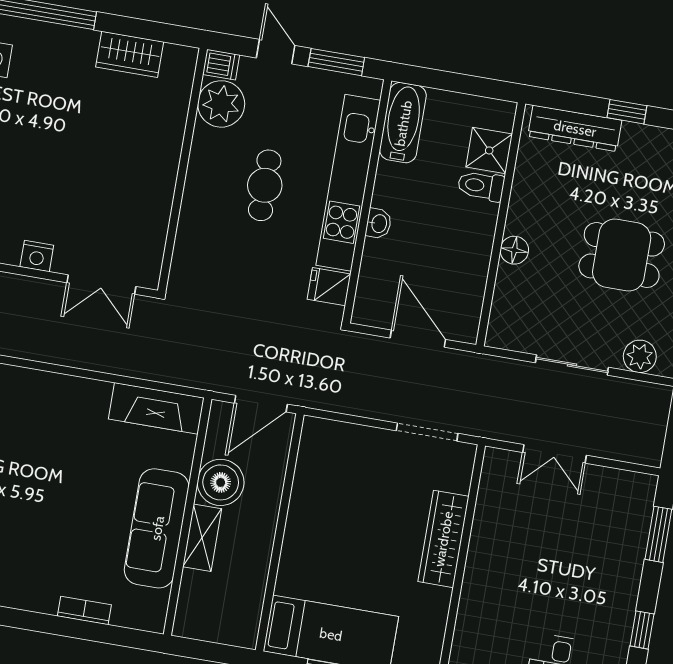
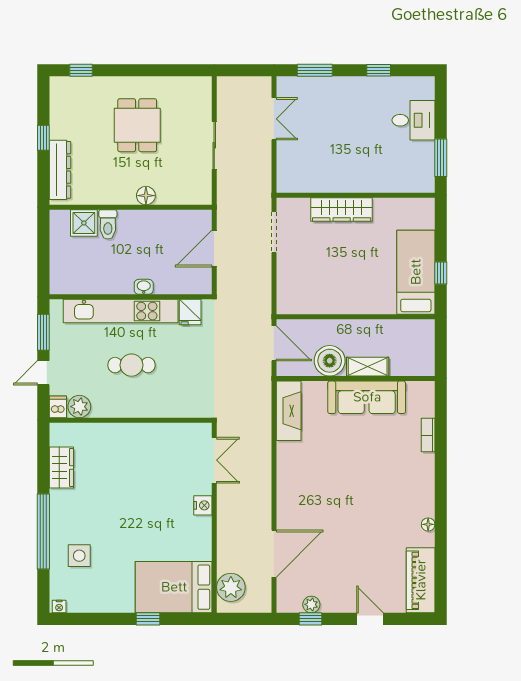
plant: (221, 104) -> (79, 407), width x0.73, depth x0.73
bathtub: (403, 123) -> (75, 282), removed
plant: (640, 356) -> (201, 102), removed
double door: (555, 454) -> (274, 119), moved

